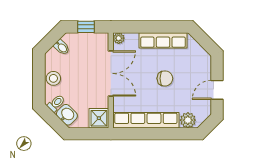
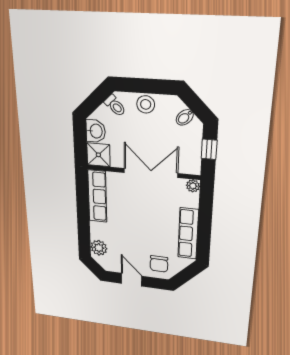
double door: (111, 73) -> (151, 173), swing flipped
chair: (165, 78) -> (159, 264), moved
washbasin: (67, 115) -> (96, 131), moved, turned -45
row of seats: (146, 120) -> (97, 196), width x0.73

